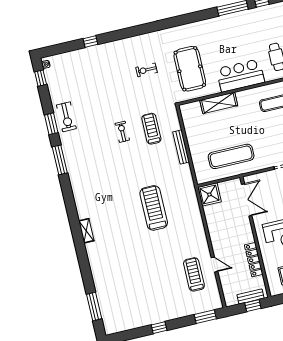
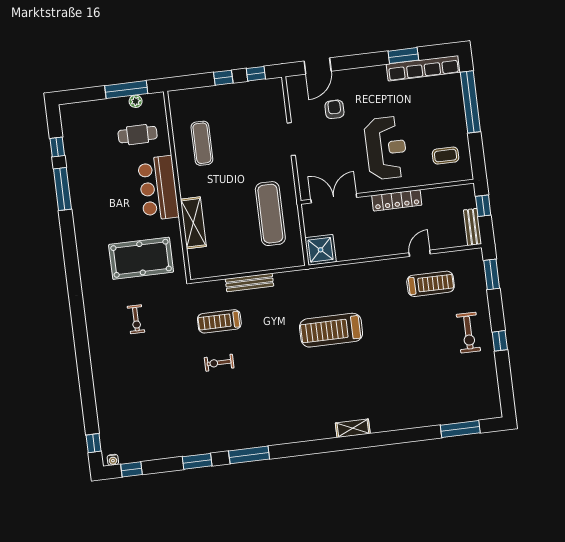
window: (90, 42) -> (94, 443), moved
exercise bike: (66, 117) -> (468, 333), moved, turned 90
locker: (254, 260) -> (397, 200), moved
treadmill: (194, 274) -> (431, 284), turned 180
bench: (250, 296) -> (472, 227), moved

